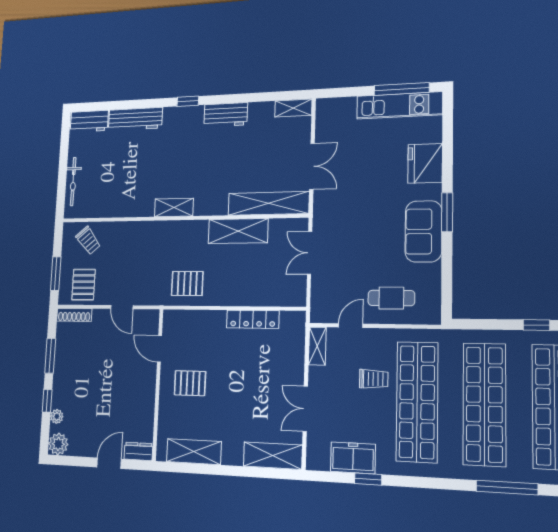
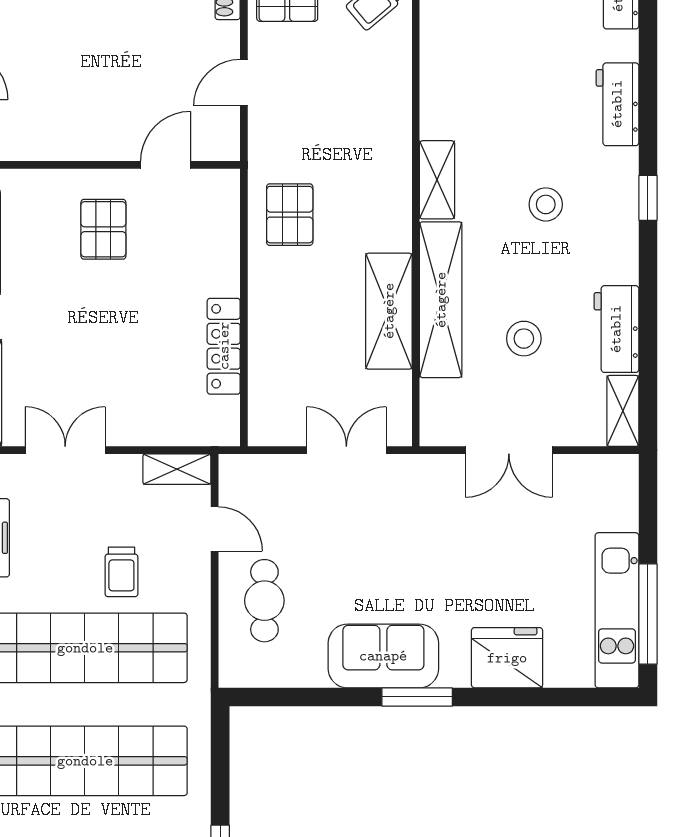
workbench: (226, 115) -> (616, 329), moved
workbench: (135, 119) -> (617, 104), width x0.73
stool: (189, 152) -> (546, 204), added
stool: (255, 161) -> (524, 339), added
shelving: (268, 203) -> (441, 300), moved

